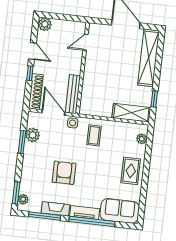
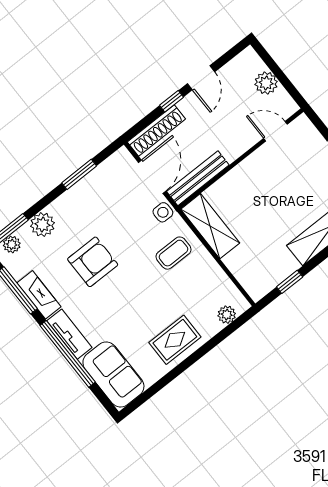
plant: (45, 24) -> (266, 83), moved
shelving: (131, 113) -> (210, 226), moved
plant: (33, 135) -> (42, 225), moved

